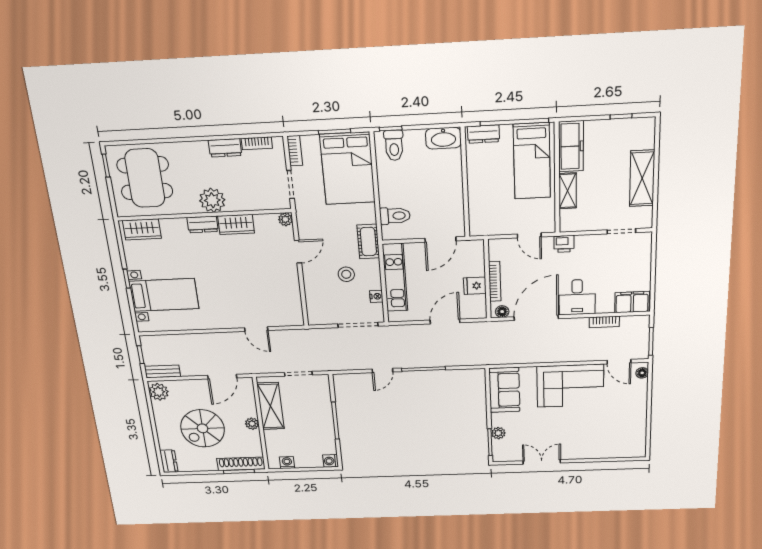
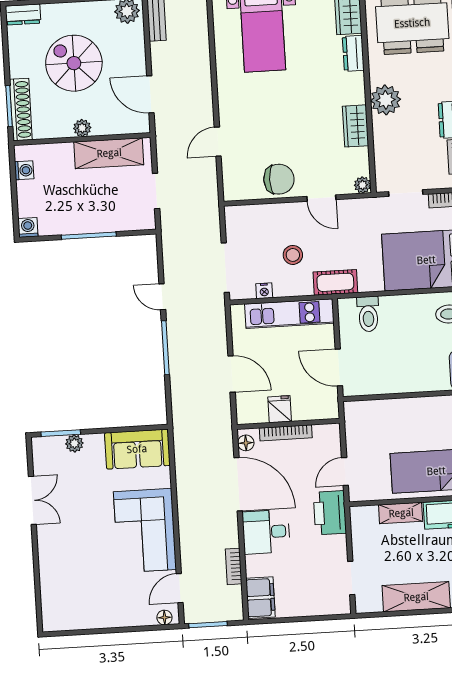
dresser: (203, 224) -> (353, 53), moved
printer: (564, 244) -> (330, 513), width x1.87, depth x1.48
chair: (284, 284) -> (279, 179), added

